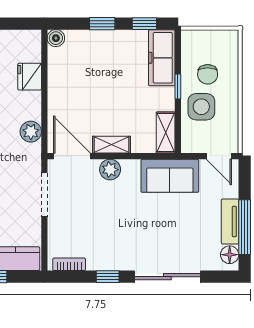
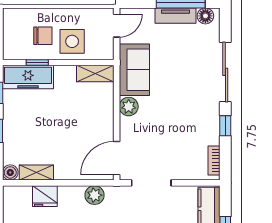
window: (178, 87) -> (37, 63), moved
shelving: (111, 145) -> (36, 173), moved, turned 90
plant: (110, 170) -> (129, 107), moved

